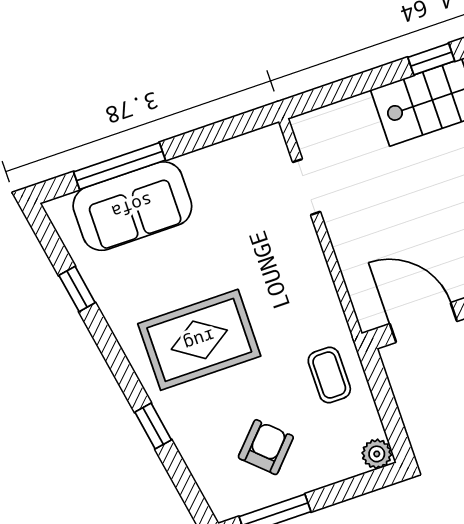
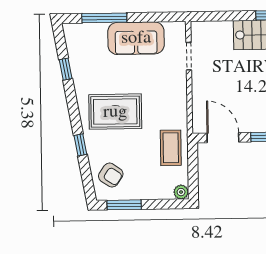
sofa: (132, 206) -> (136, 38), moved
coffee table: (329, 375) -> (171, 148), width x1.36, depth x1.30
armchair: (266, 447) -> (111, 175), moved, turned 81

